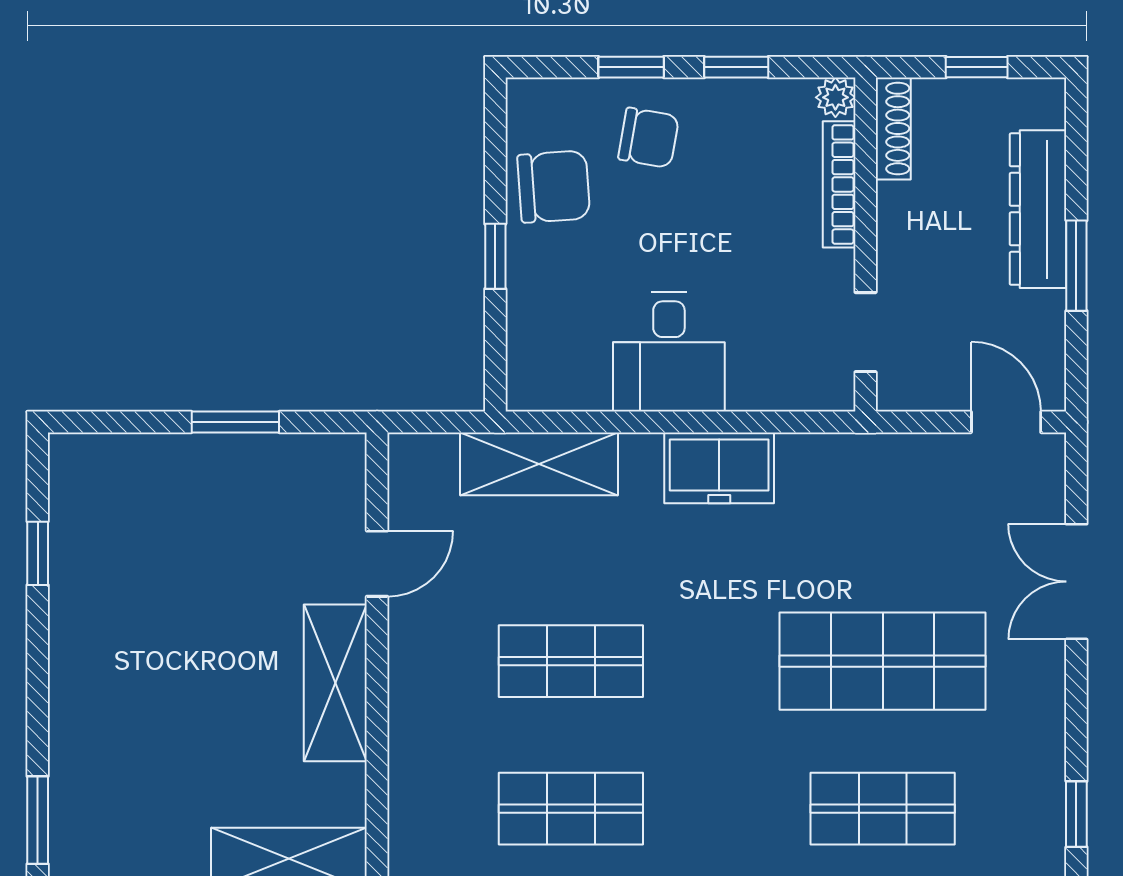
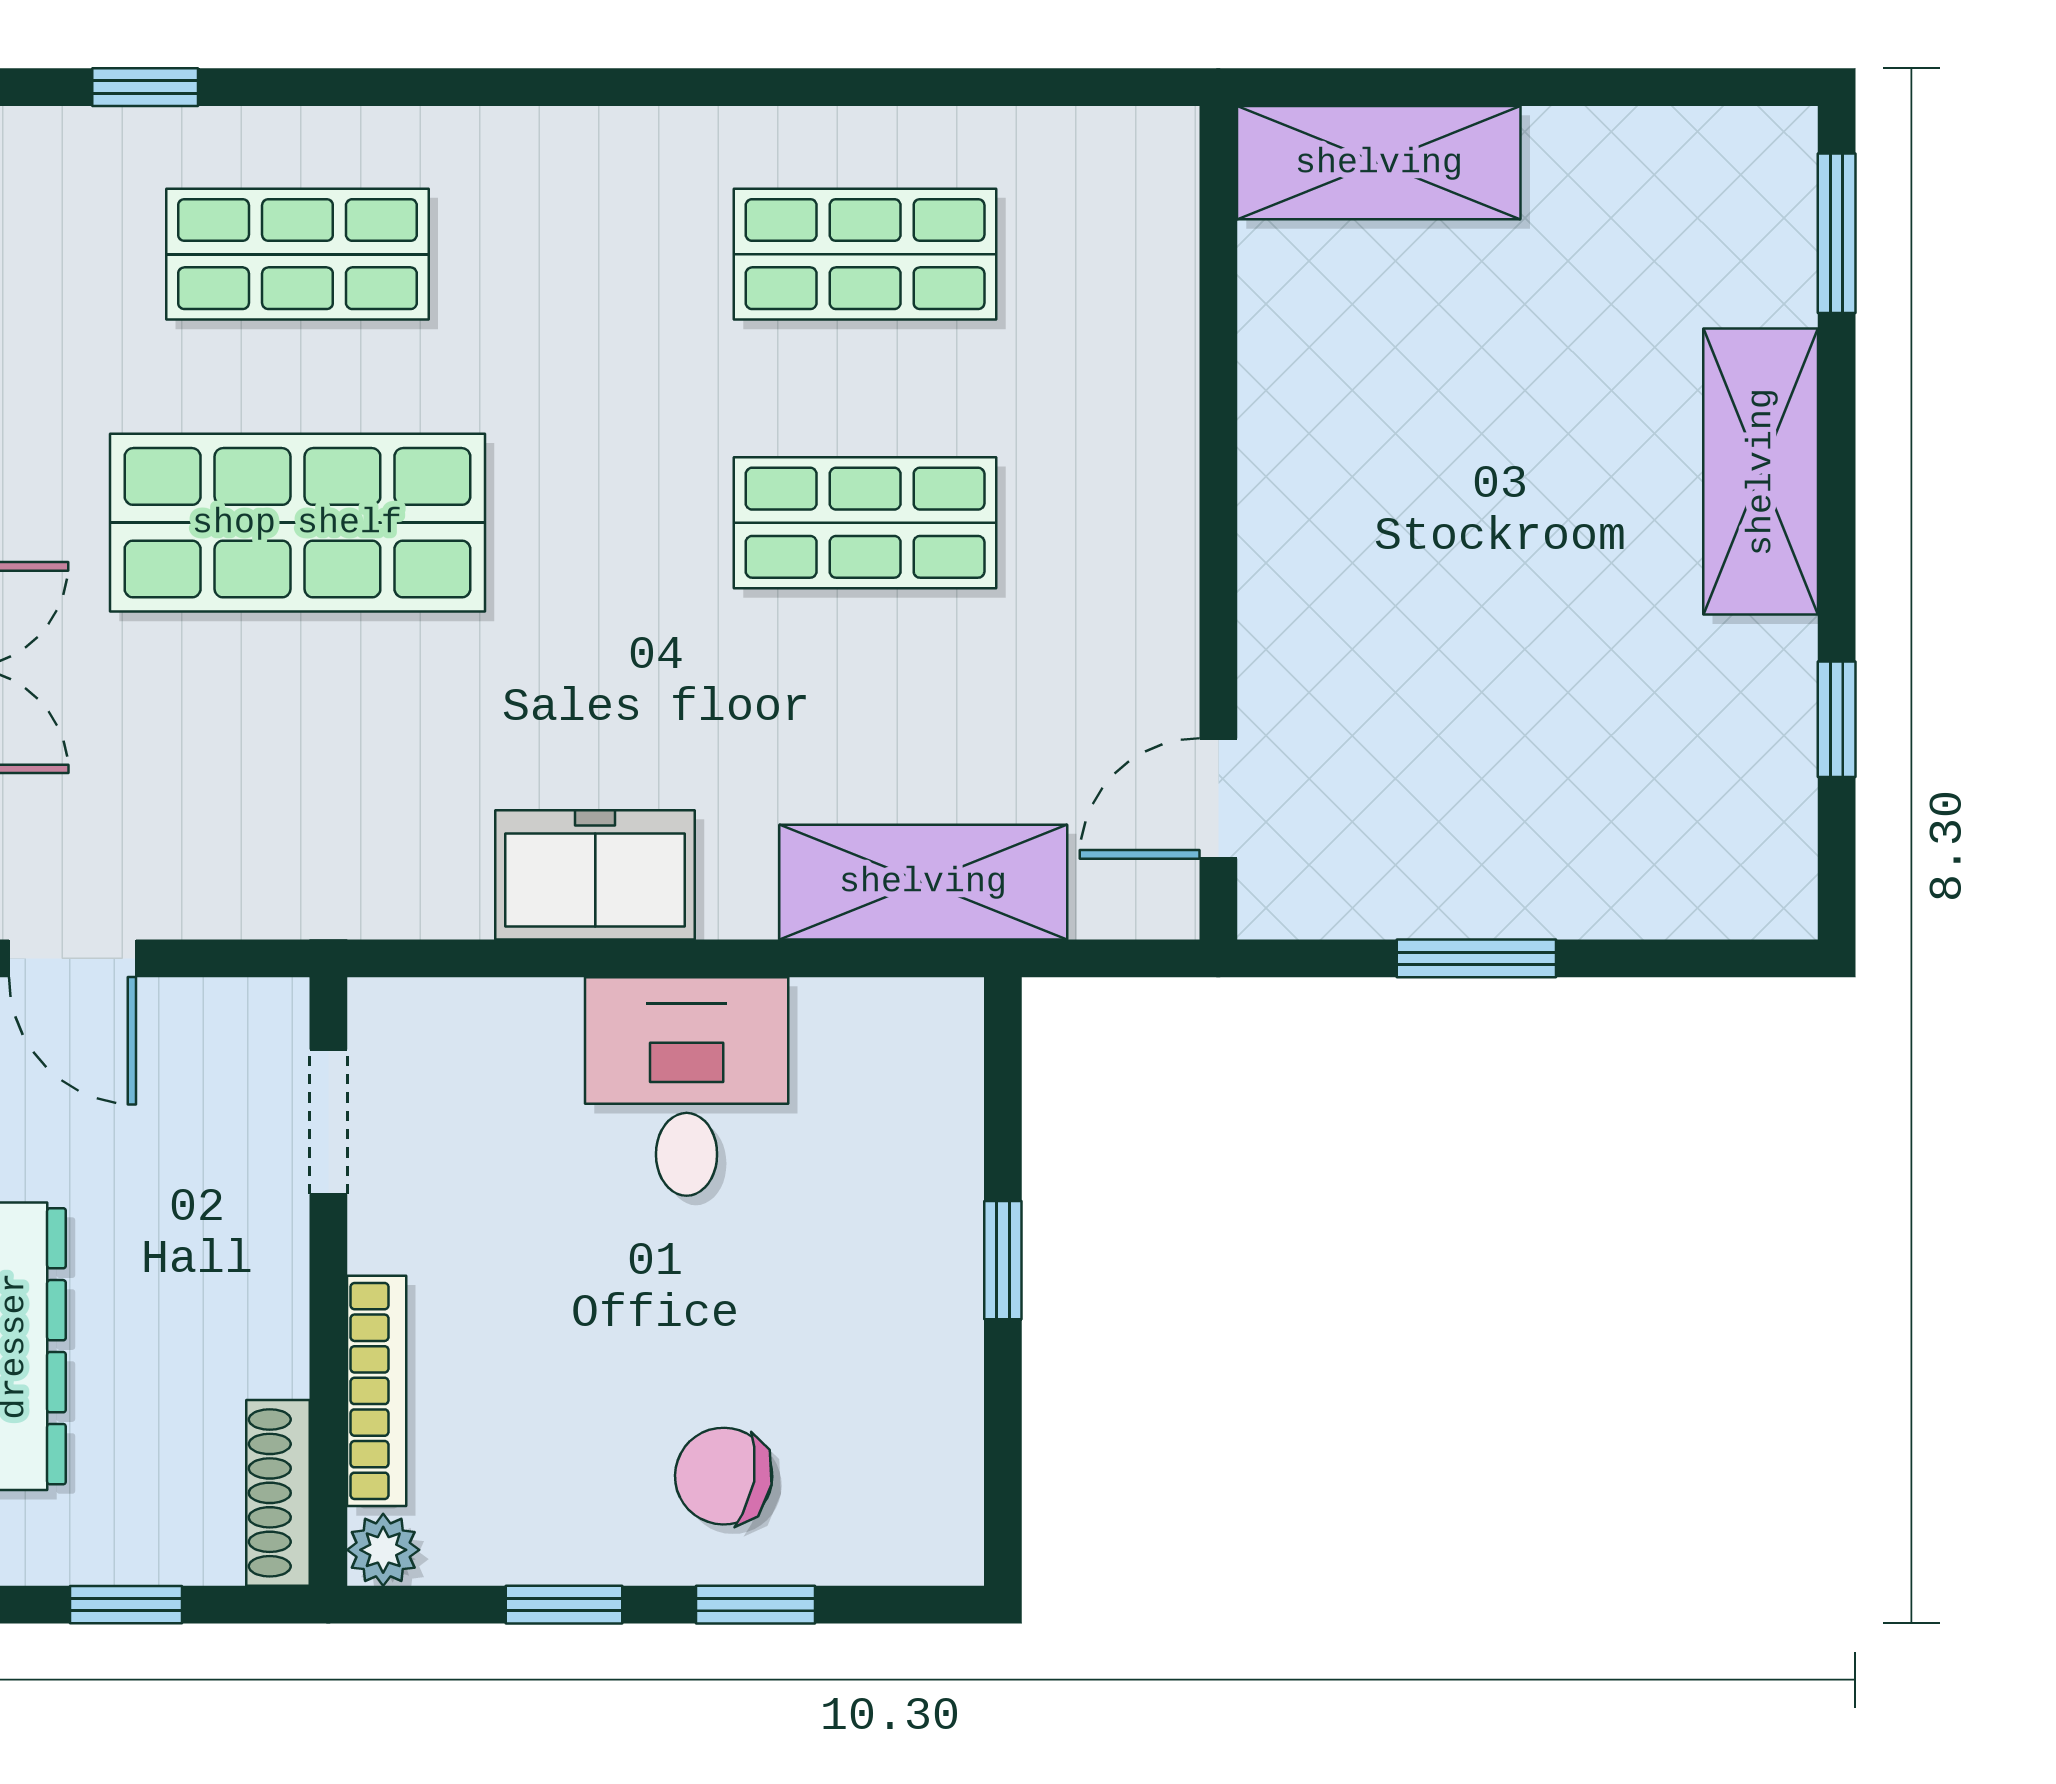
chair: (554, 187) -> (896, 1387), removed
door: (377, 564) -> (1218, 798), moved
shelving: (335, 683) -> (1761, 472), moved

